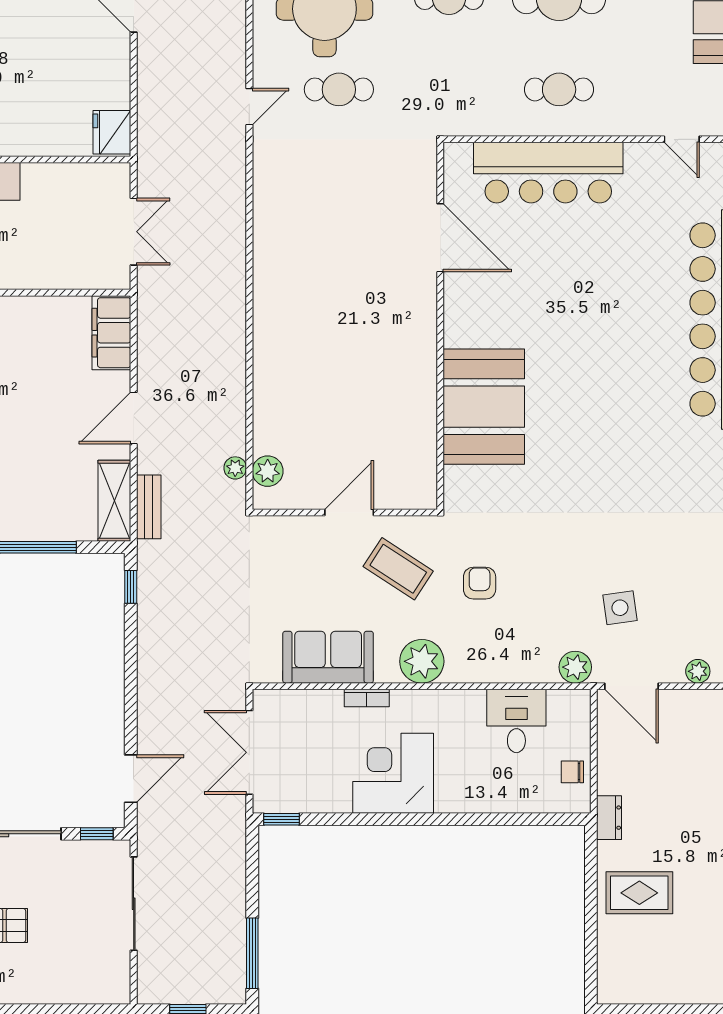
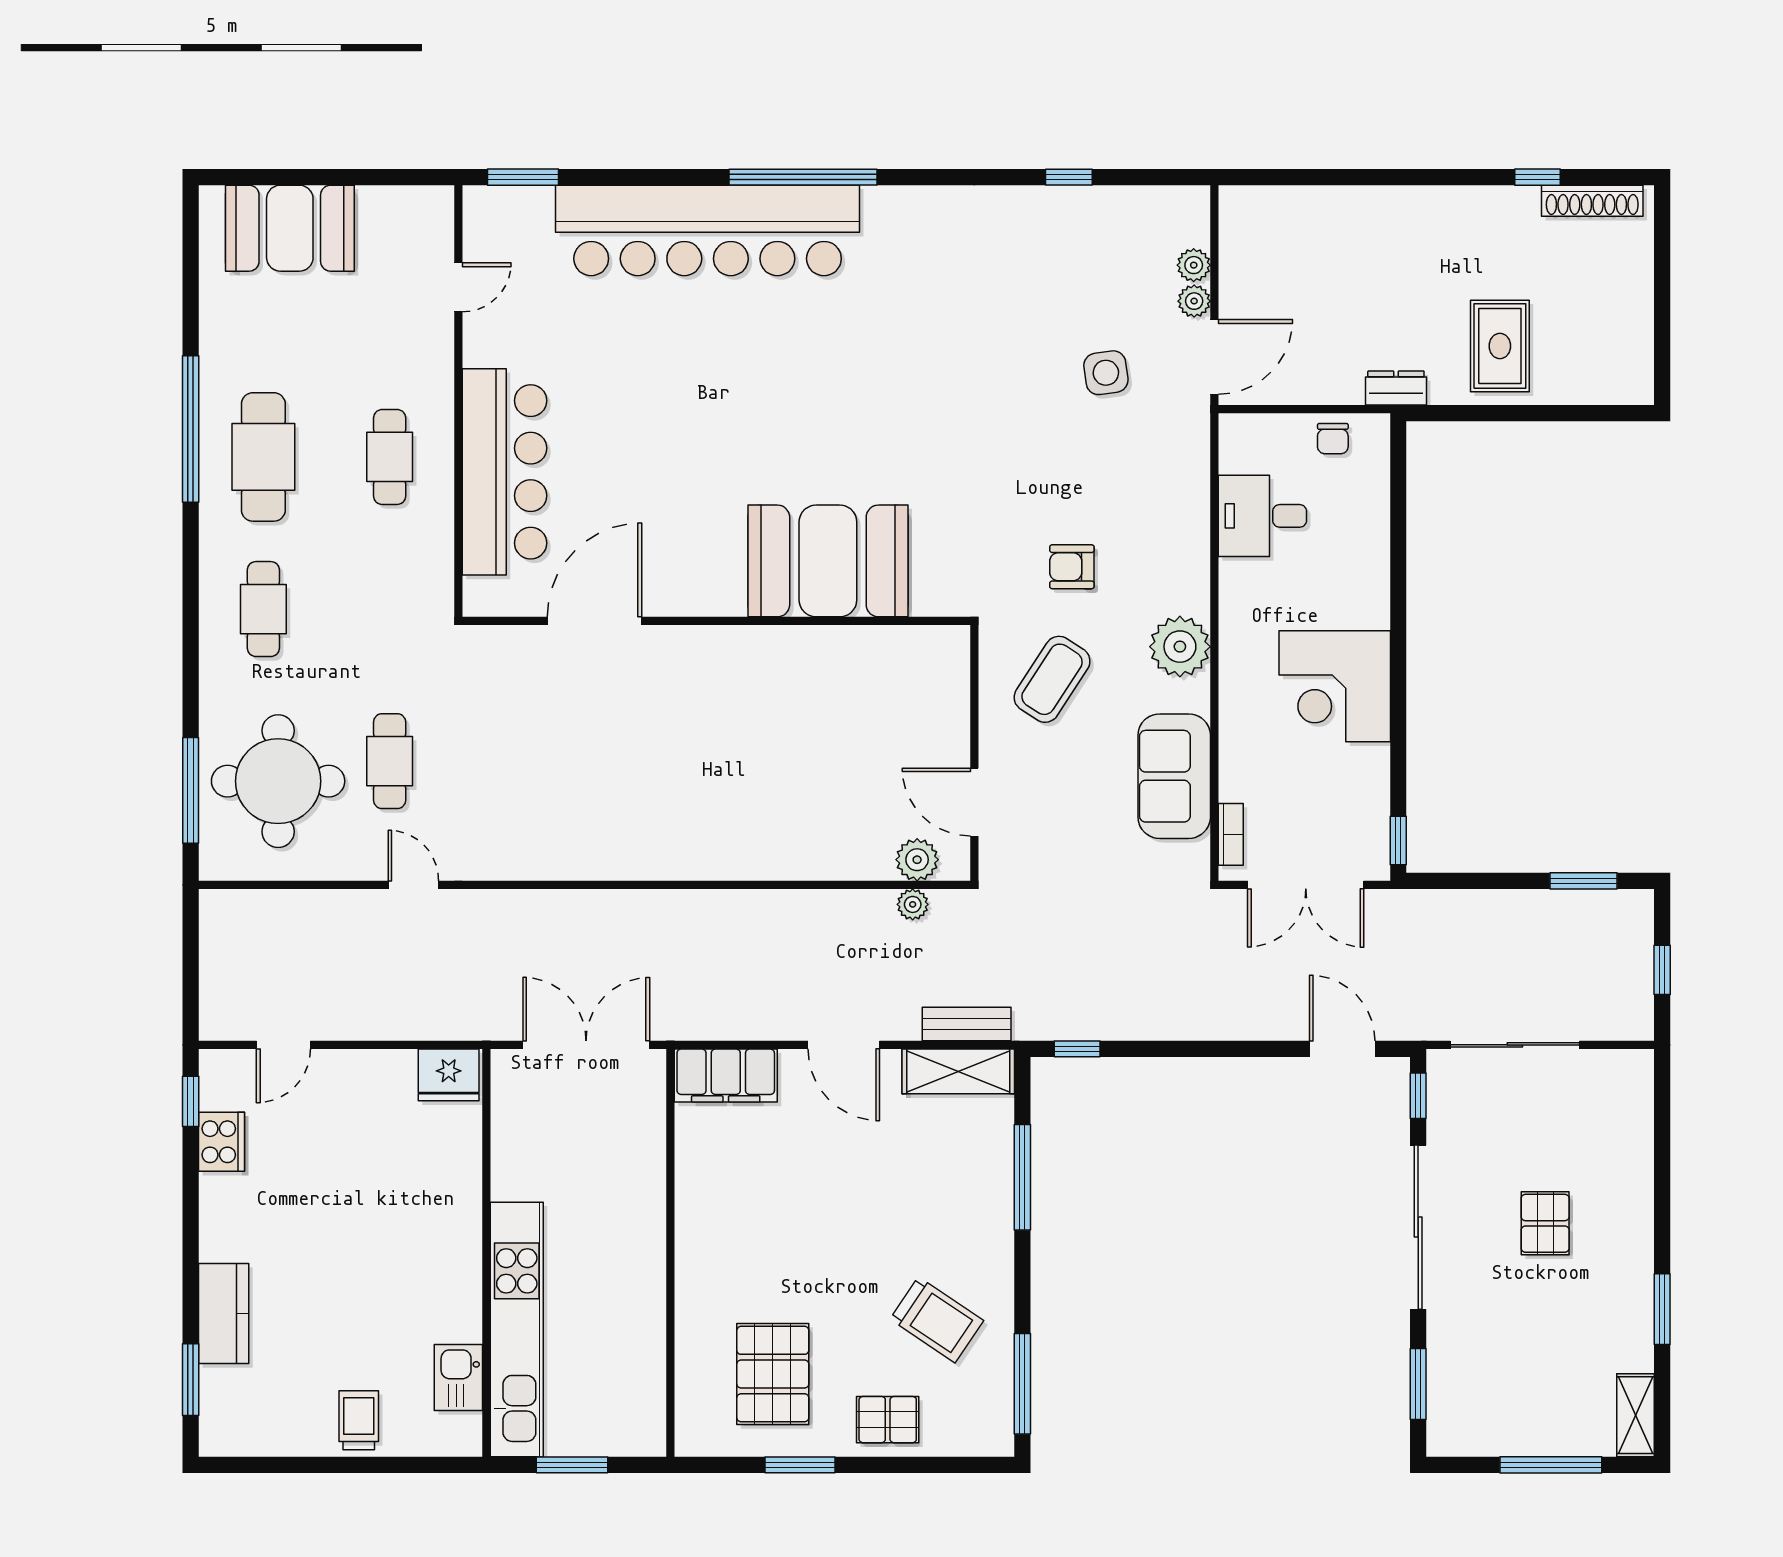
double door: (134, 232) -> (586, 1045), width x1.37
door: (349, 513) -> (974, 802), moved
plant: (575, 667) -> (1194, 301), moved, width x0.73, depth x0.73
bookcase: (367, 698) -> (1231, 834), moved
window: (252, 953) -> (1584, 881), width x0.69

